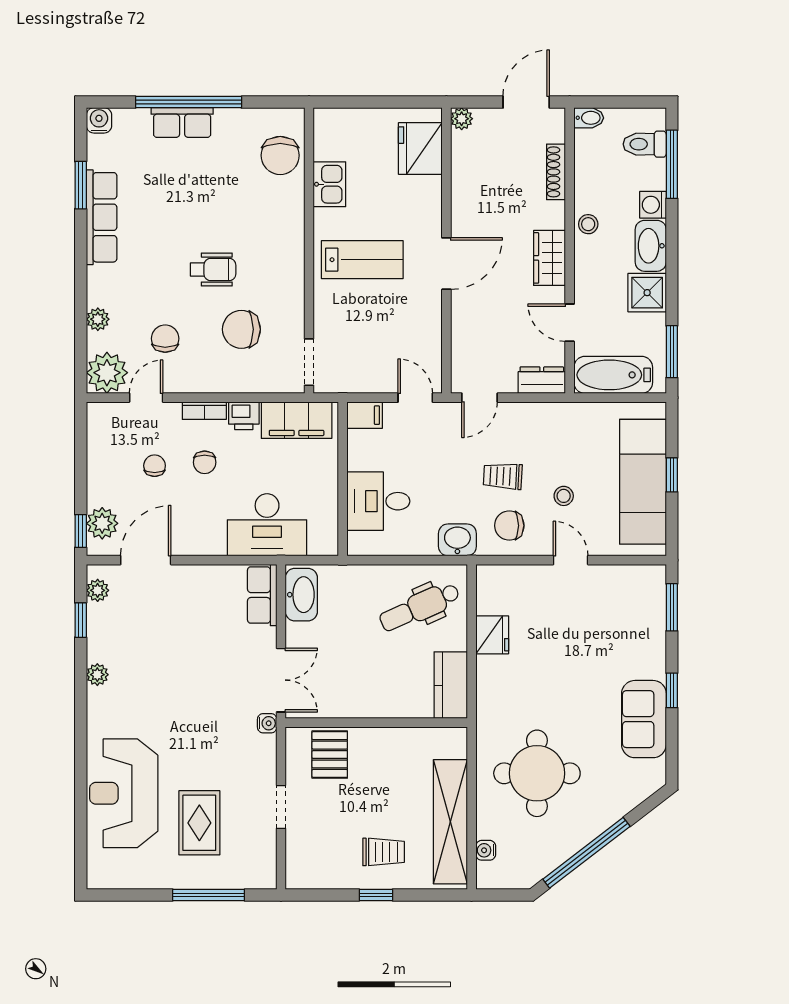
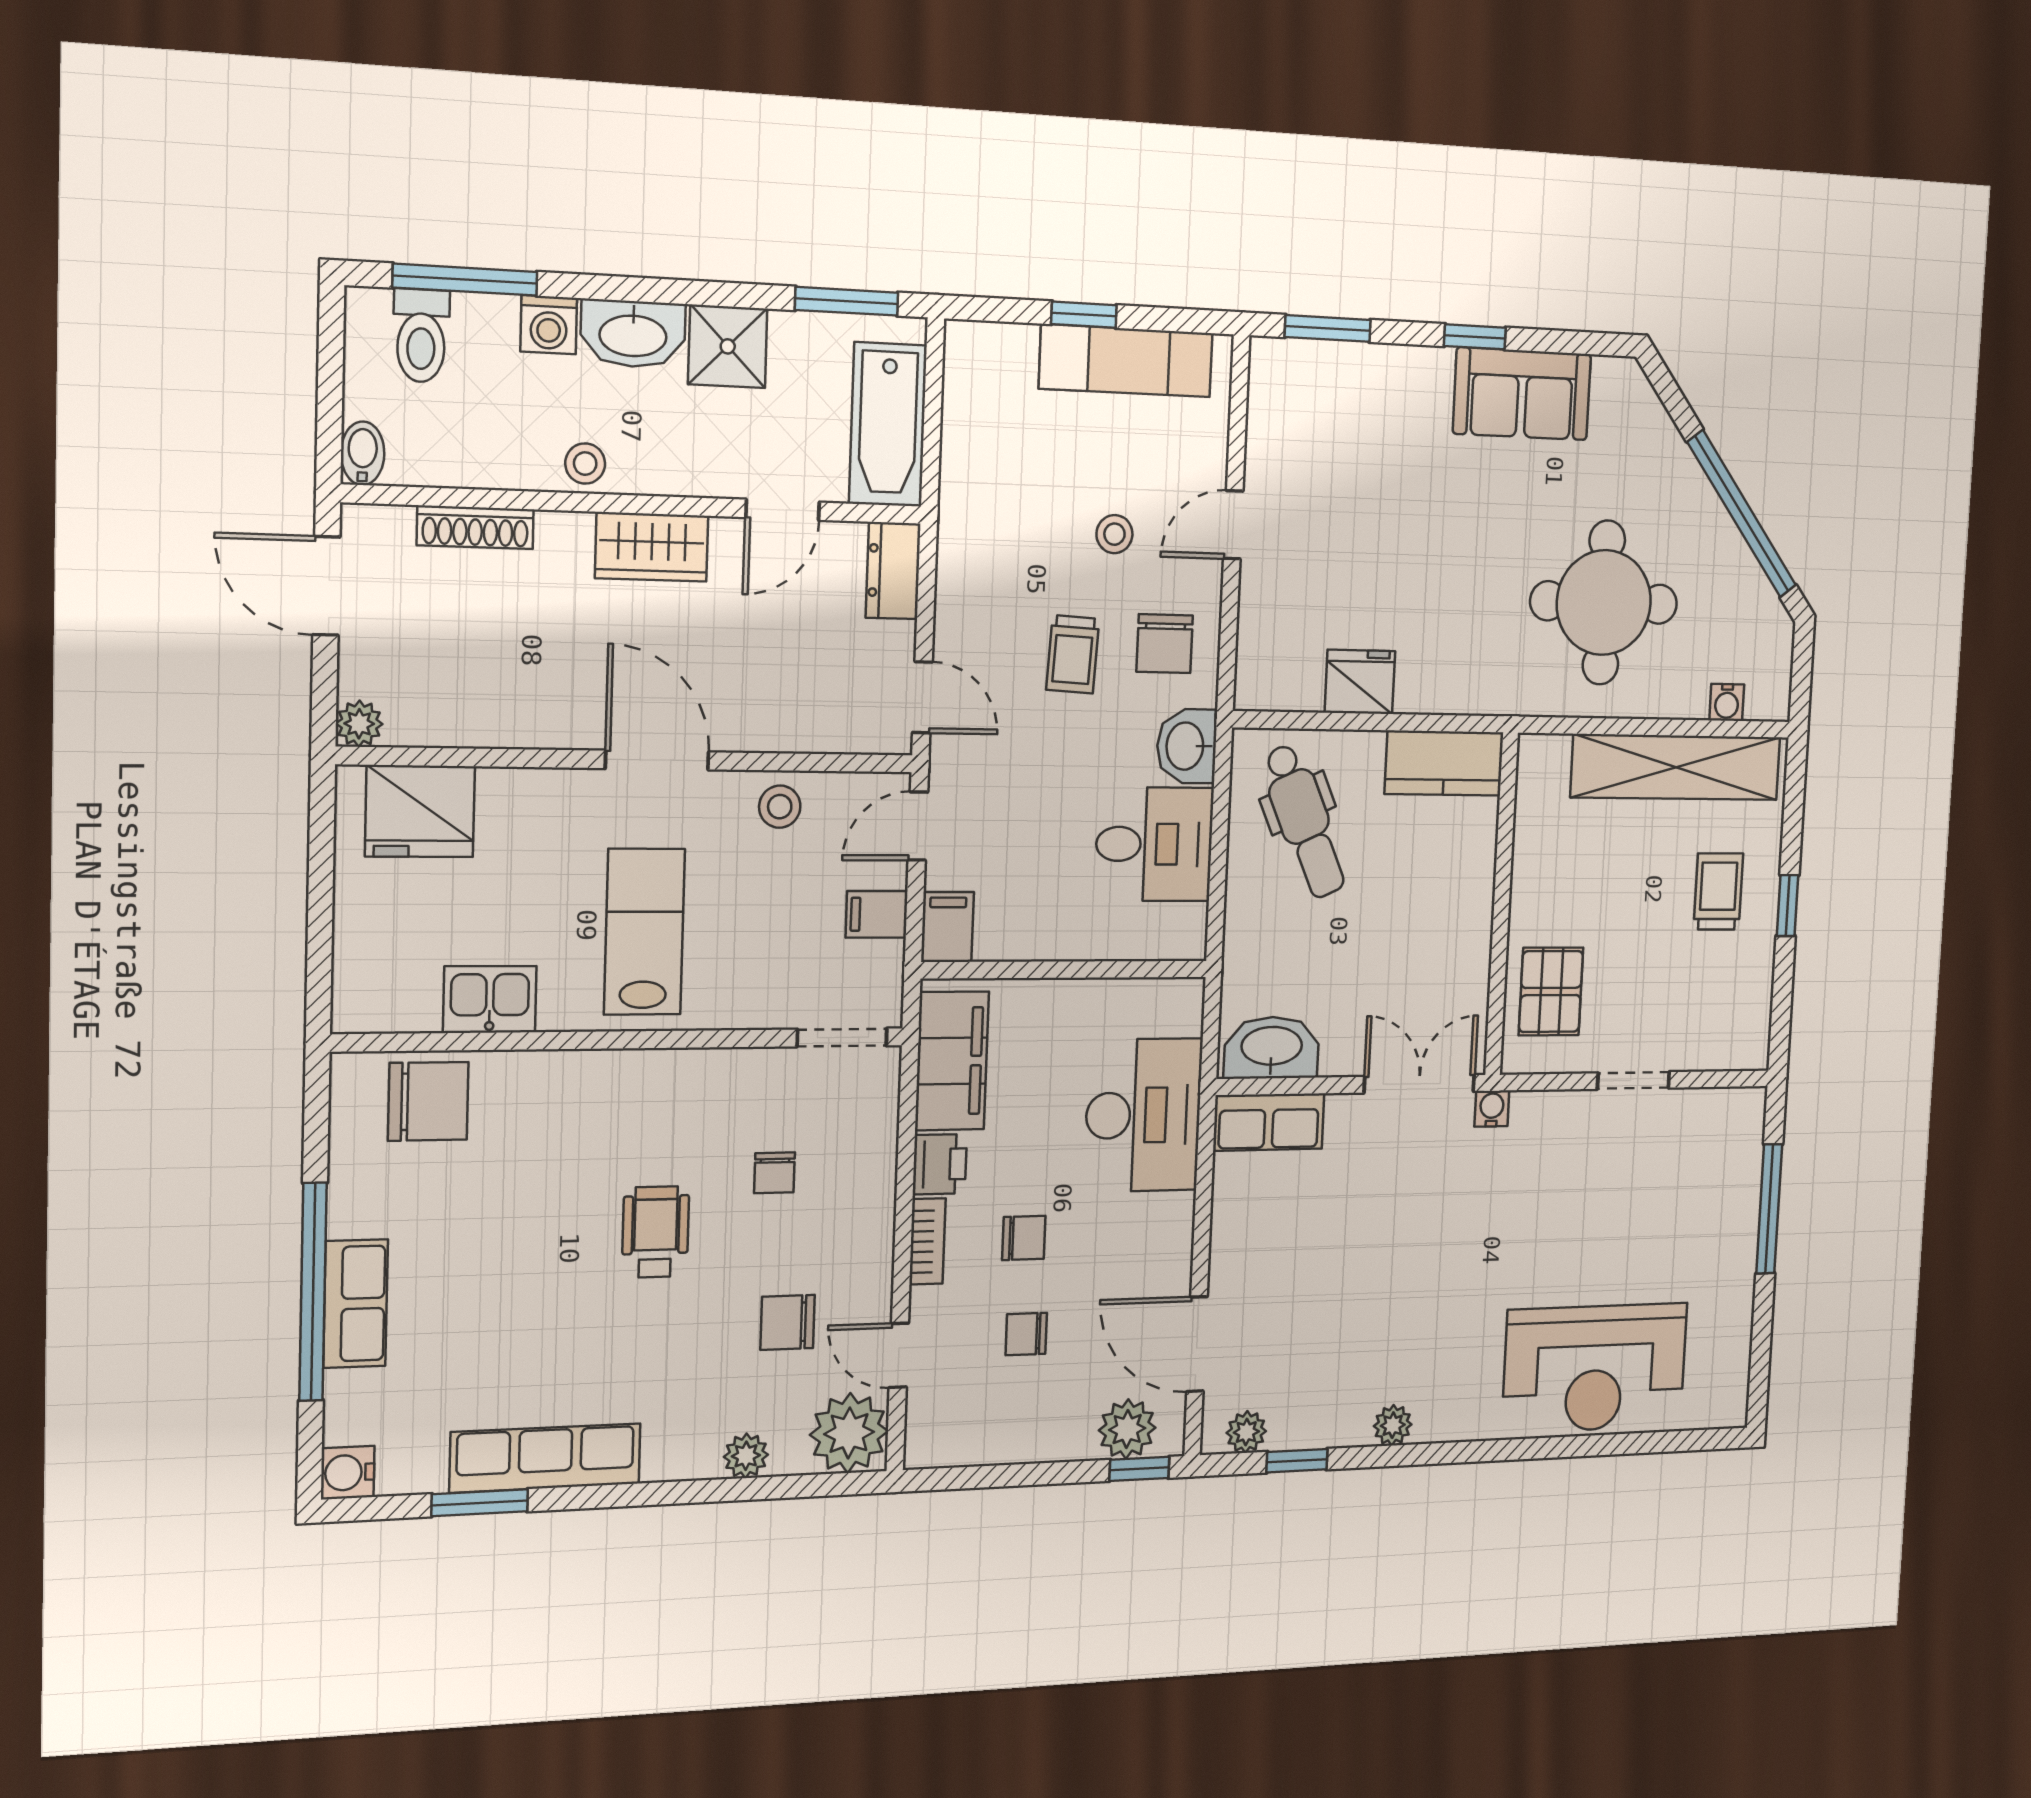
stool: (424, 326) -> (780, 807), added
chair: (241, 329) -> (775, 1173), width x0.54, depth x0.54
filing cabinet: (371, 378) -> (877, 914), added
exam couch: (643, 482) -> (1126, 361), width x0.73, depth x0.69
desk: (378, 501) -> (1154, 844), moved, turned -90
pallet: (330, 755) -> (1551, 991), turned 90
rug: (199, 823) -> (1651, 1229), removed

